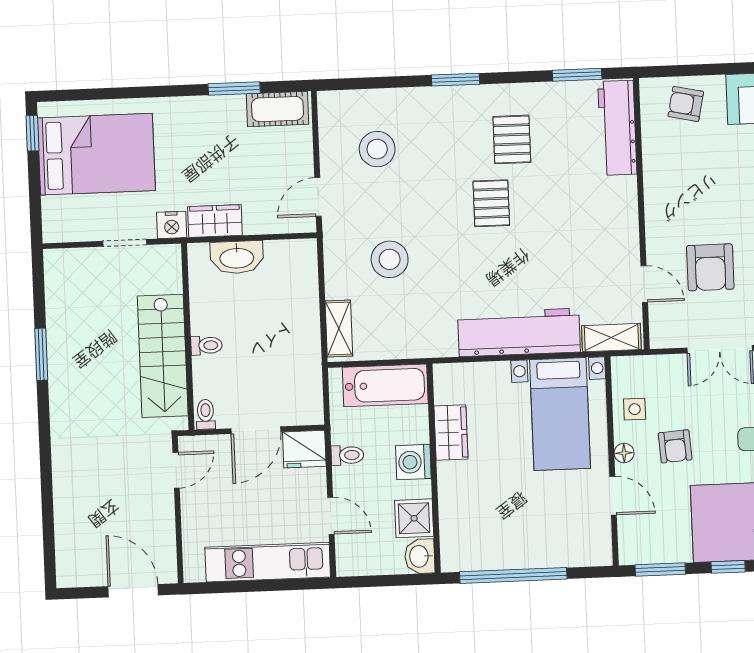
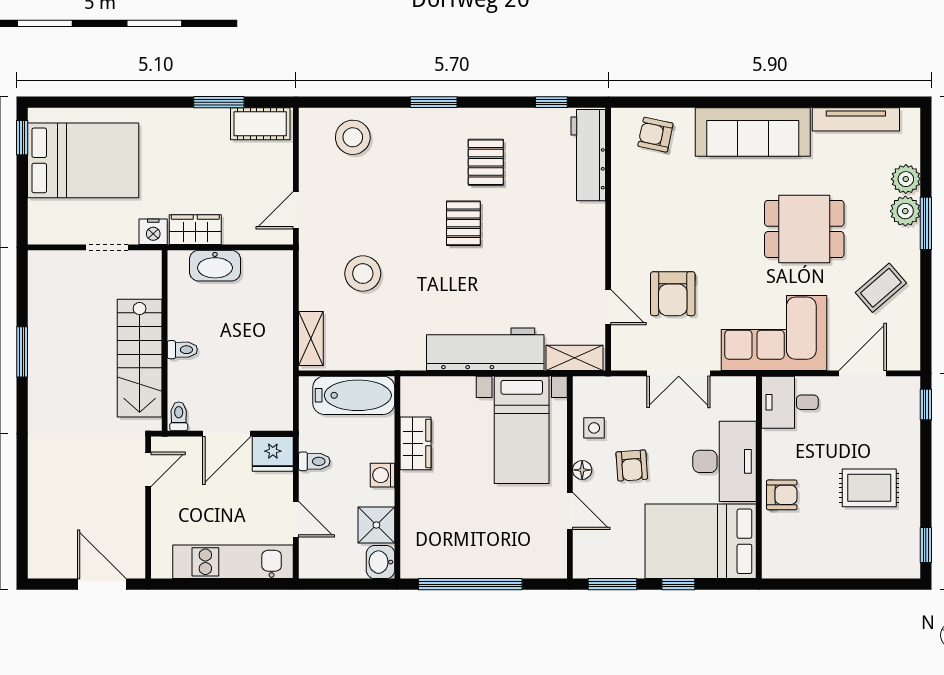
window: (577, 75) -> (551, 102), width x0.67
stool: (377, 149) -> (353, 137), moved
washing machine: (413, 462) -> (383, 475), width x0.73, depth x0.73

